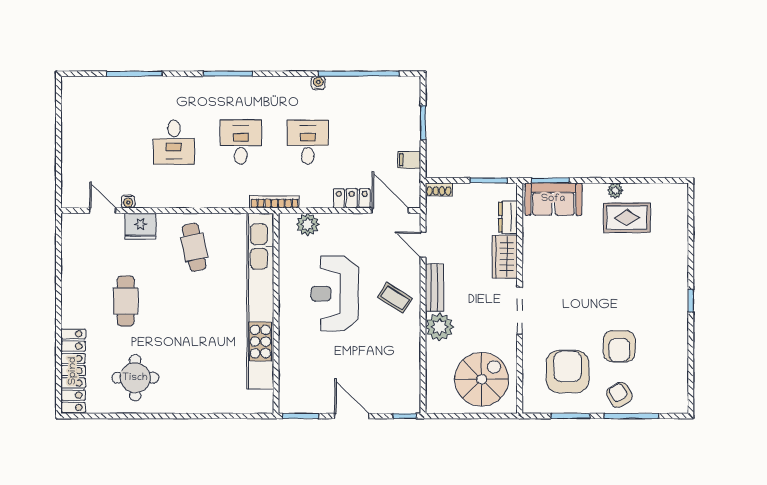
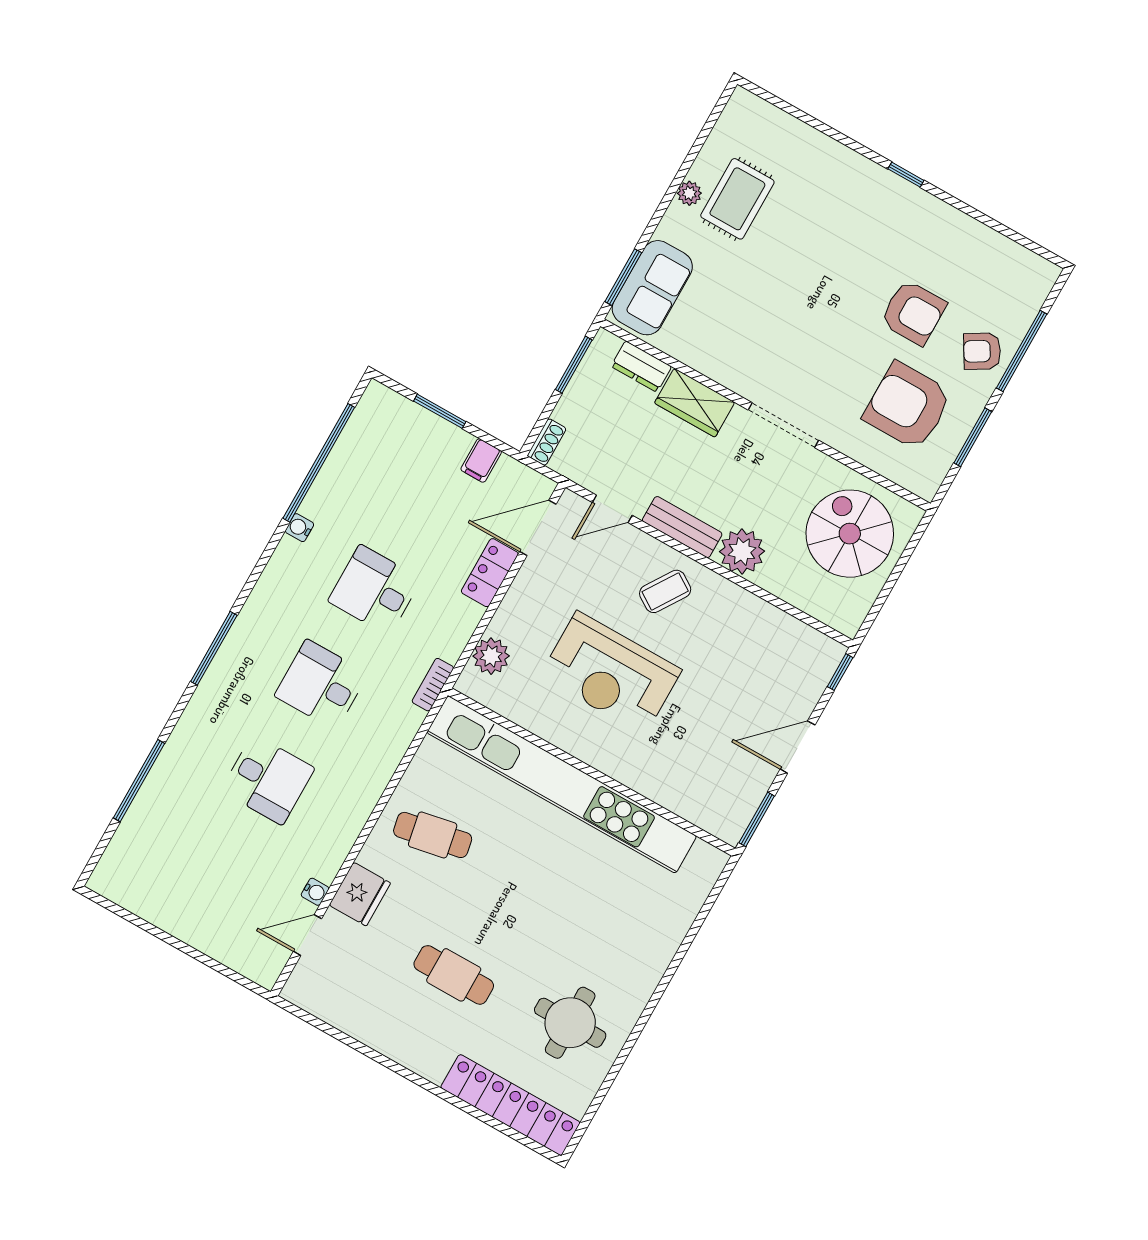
bookcase: (275, 202) -> (433, 685), width x0.64

